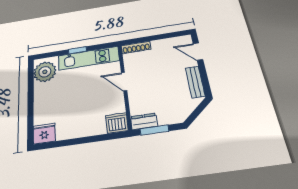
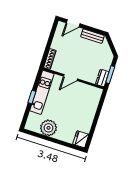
plant: (45, 72) -> (48, 128), moved
dishwasher: (117, 123) -> (95, 94), removed

